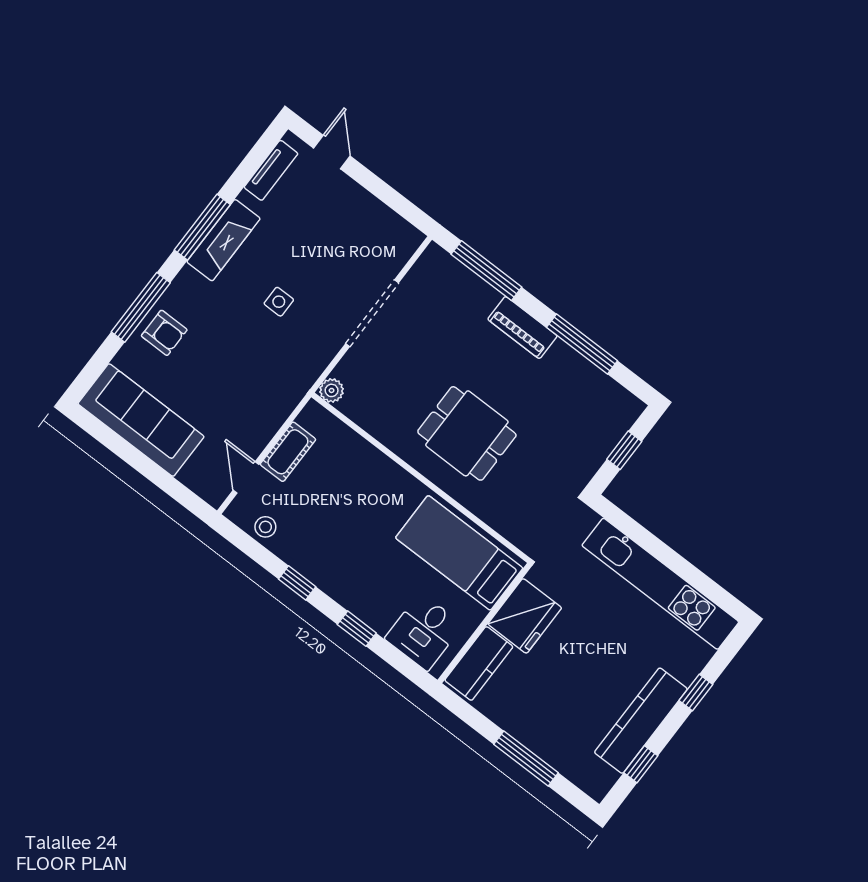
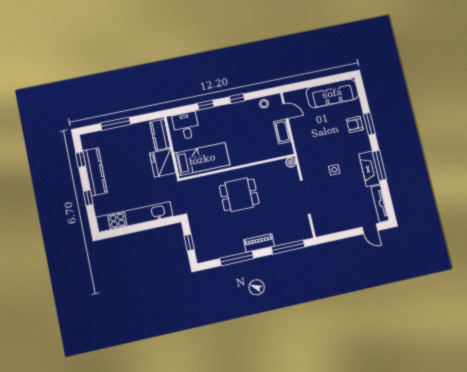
tv unit: (271, 170) -> (380, 204), width x1.41
window: (141, 307) -> (369, 124), width x0.69

